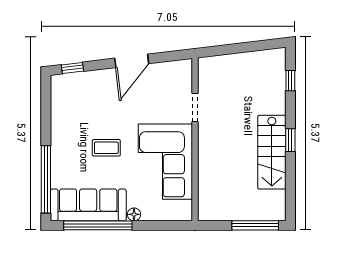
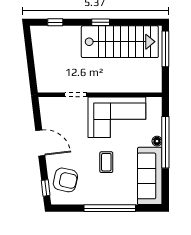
armchair: (83, 94) -> (65, 180), added
stairs: (272, 152) -> (120, 42), width x1.36, depth x1.51
window: (46, 179) -> (110, 208), moved
window: (98, 225) -> (165, 142), moved

